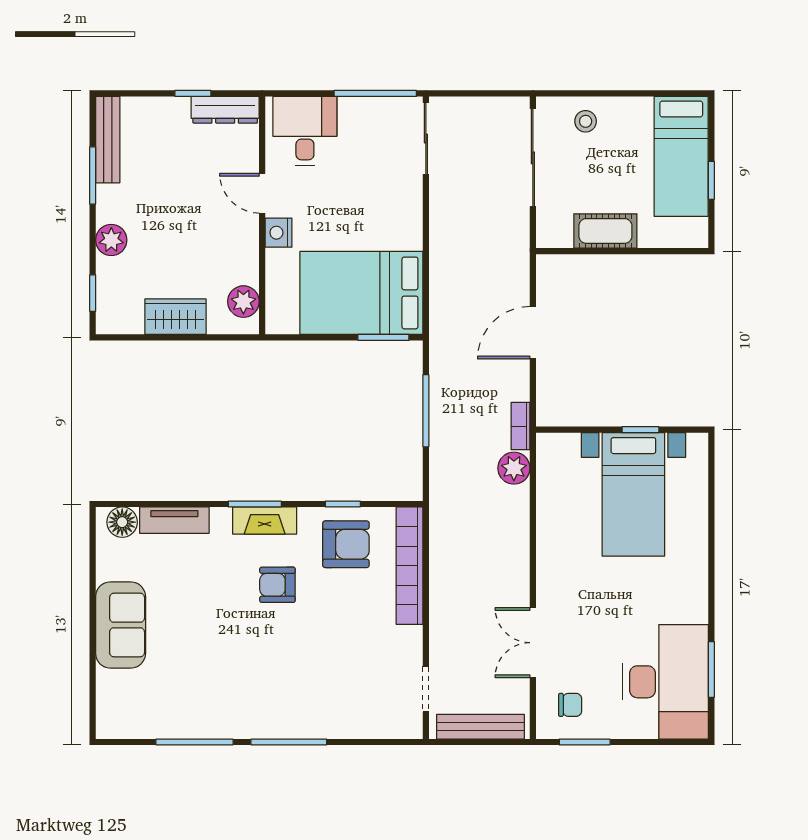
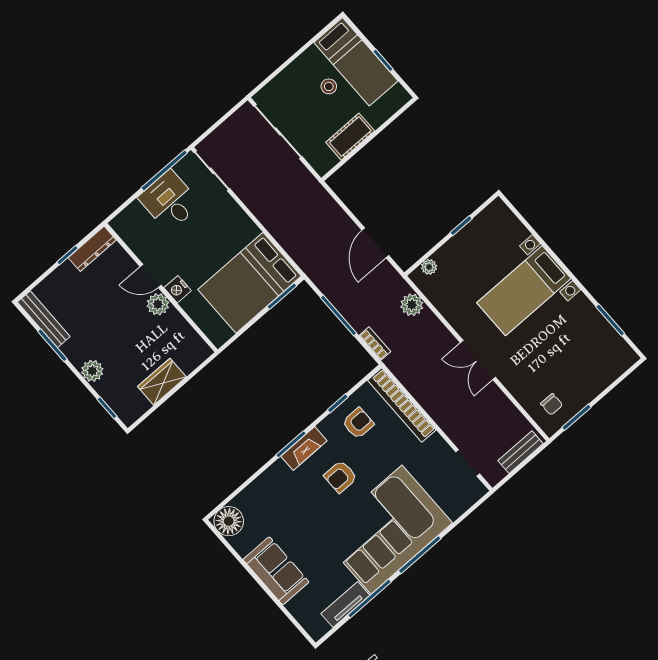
stool: (586, 121) -> (329, 86), moved
desk: (305, 131) -> (169, 201), moved
plant: (243, 302) -> (158, 304), moved
door: (533, 333) -> (375, 243), moved
bookcase: (521, 426) -> (375, 344), moved, turned 180
plant: (568, 444) -> (429, 267), added
bed with nightstands: (633, 494) -> (524, 291), moved, turned 90
tv unit: (174, 520) -> (345, 605), moved, turned 180
floor lamp: (122, 522) -> (229, 521), width x1.38, depth x1.38
armchair: (346, 544) -> (358, 423), width x0.72, depth x0.72
double door: (533, 643) -> (478, 360), moved
desk: (666, 682) -> (592, 348), removed
corner sofa: (277, 684) -> (386, 530), added
chair: (570, 705) -> (552, 404), turned 90
bench: (480, 727) -> (520, 452), width x0.73

